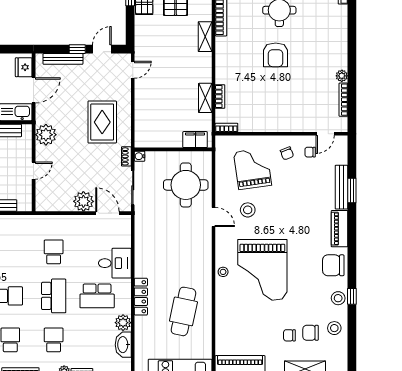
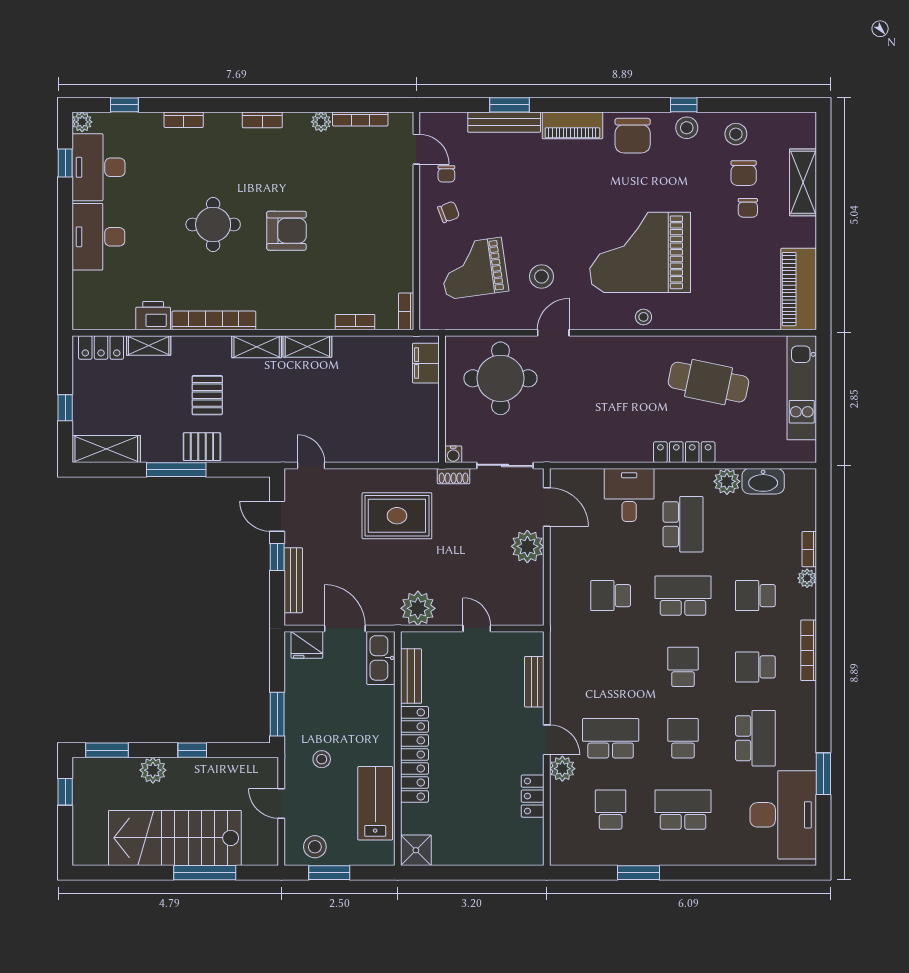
bookcase: (343, 40) -> (262, 120), added
shelving: (205, 98) -> (307, 346), moved
door: (107, 213) -> (547, 507), swing flipped
grand piano: (262, 270) -> (640, 252), turned 180

